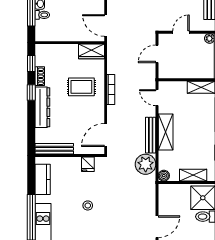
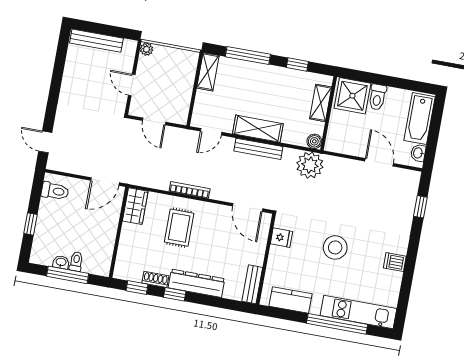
bench: (54, 149) -> (252, 284), width x0.73
plant: (146, 164) -> (310, 165), moved
stool: (88, 205) -> (335, 247), width x1.89, depth x1.89

